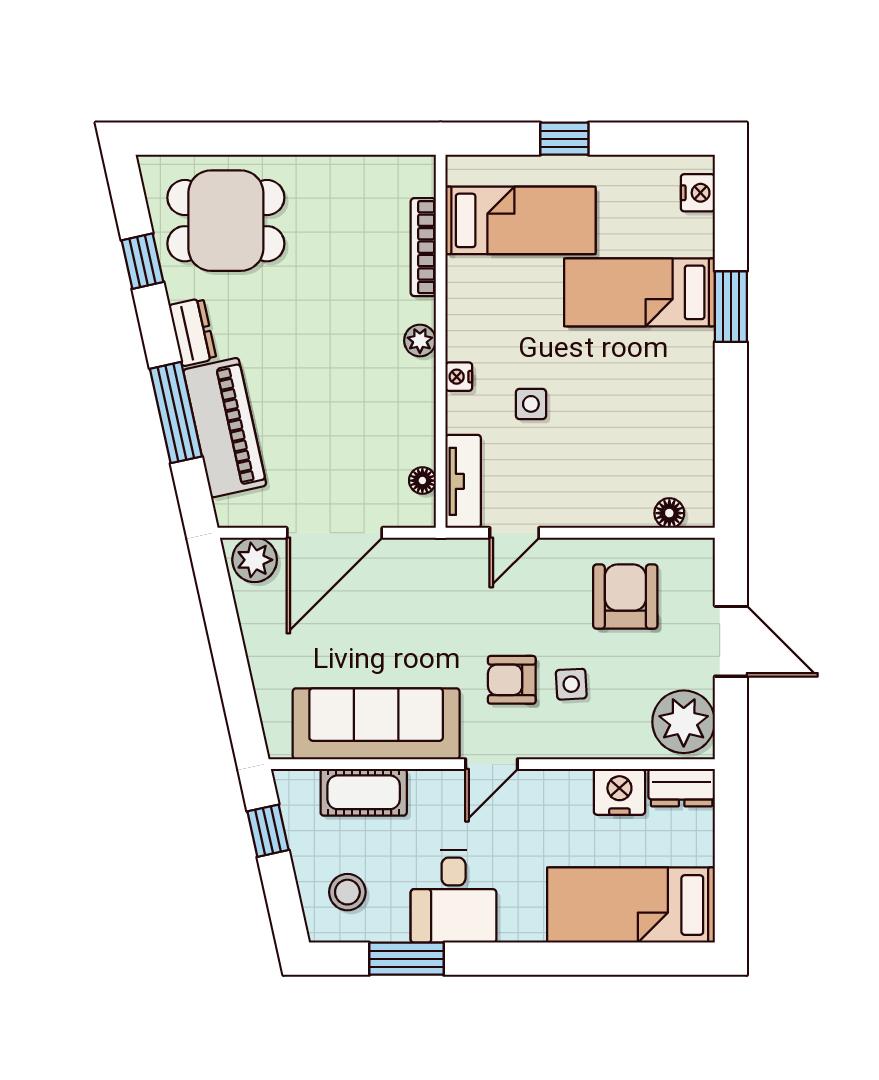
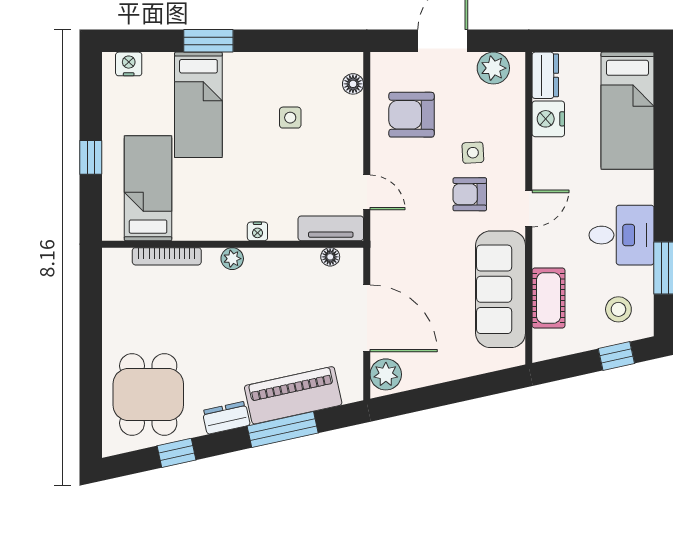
side table: (531, 404) -> (290, 118), moved
armchair: (512, 680) -> (470, 194), turned 90
plant: (684, 722) -> (493, 68), width x0.73, depth x0.73
door: (492, 764) -> (529, 208), hinge flipped
window: (268, 831) -> (616, 356), moved

